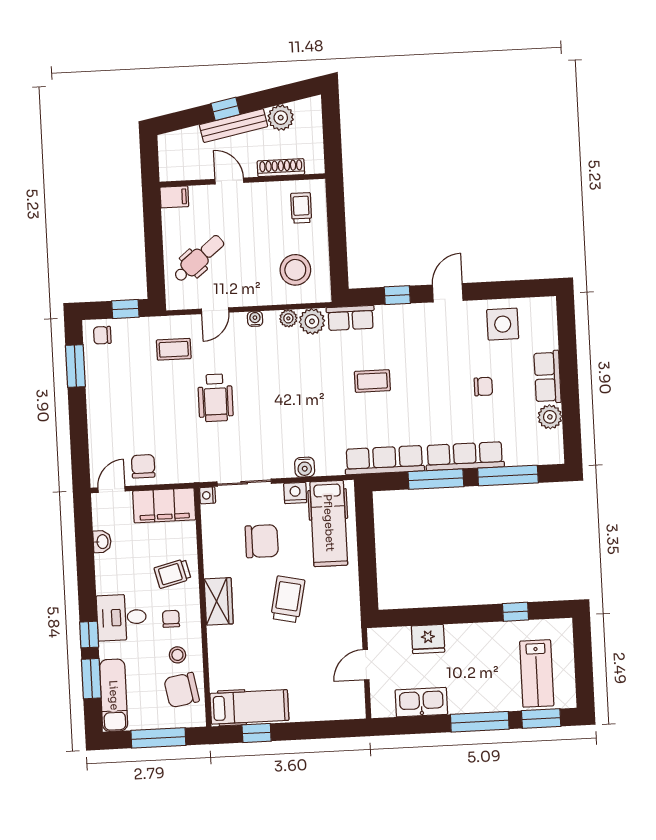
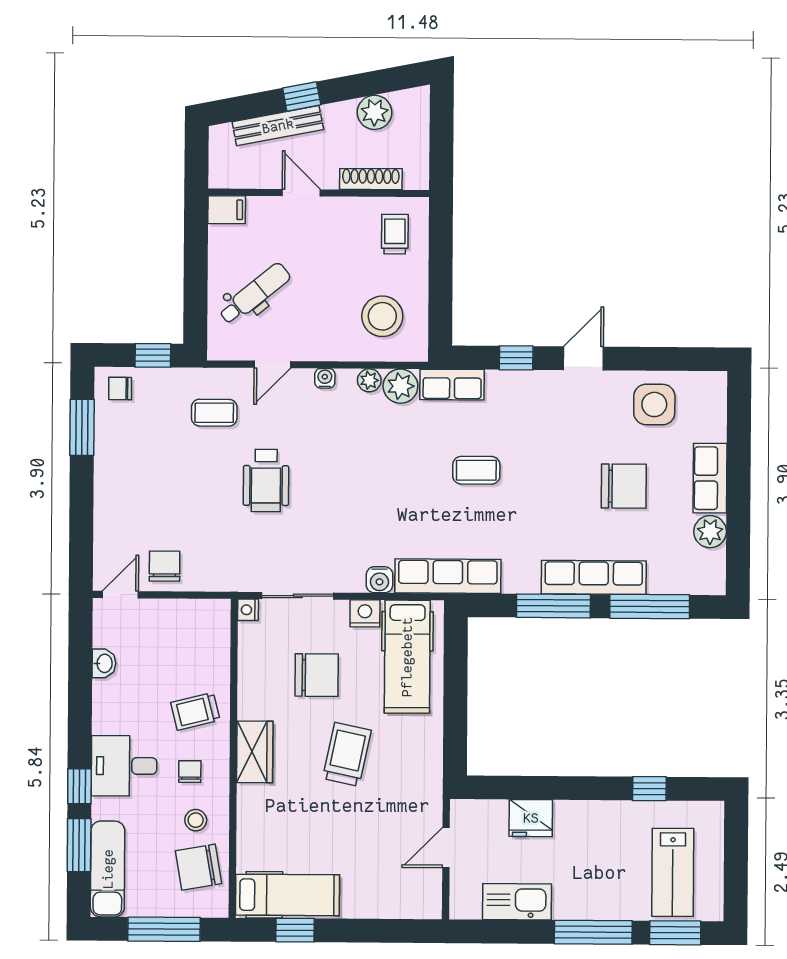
bench: (233, 126) -> (278, 126), moved
chair: (483, 387) -> (624, 486), width x1.87, depth x1.87
row of seats: (384, 460) -> (448, 576), moved
filing cabinet: (164, 505) -> (189, 620), removed

